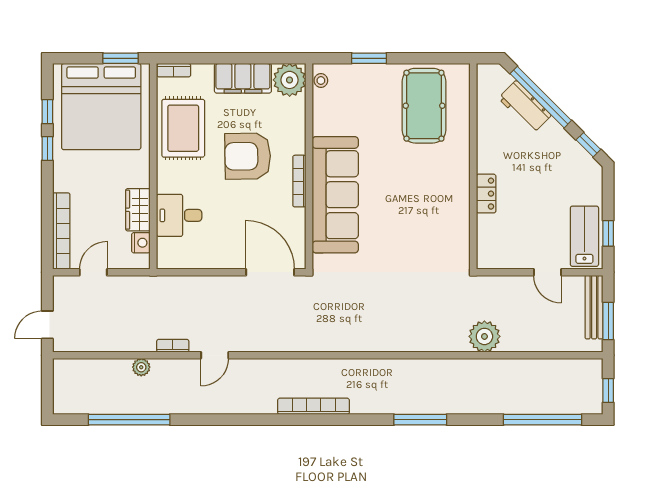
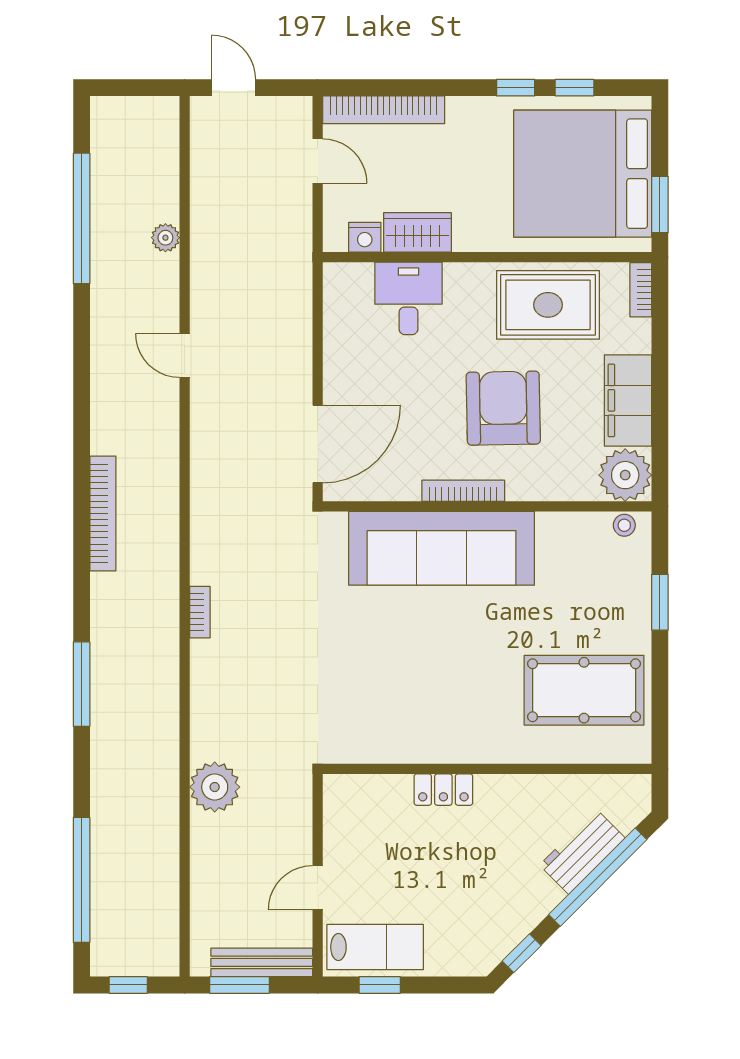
bookcase: (173, 346) -> (200, 612), moved

